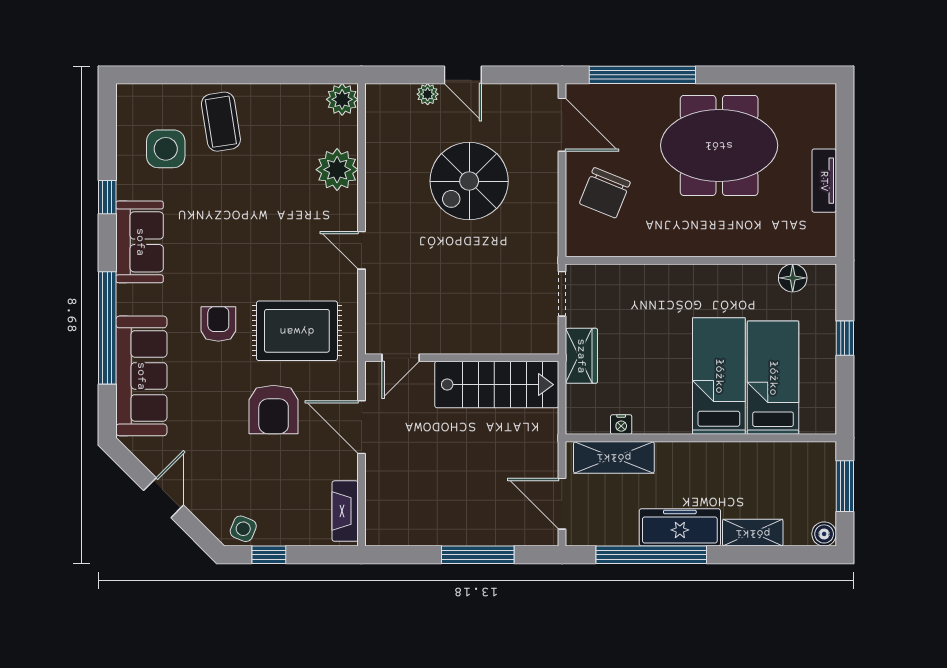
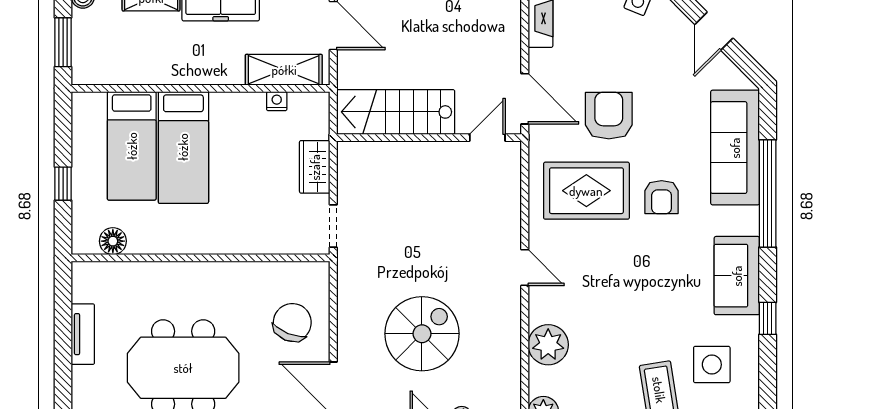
door: (401, 358) -> (487, 138), moved
wall: (462, 358) -> (429, 138), moved
stairs: (497, 385) -> (396, 112), moved

